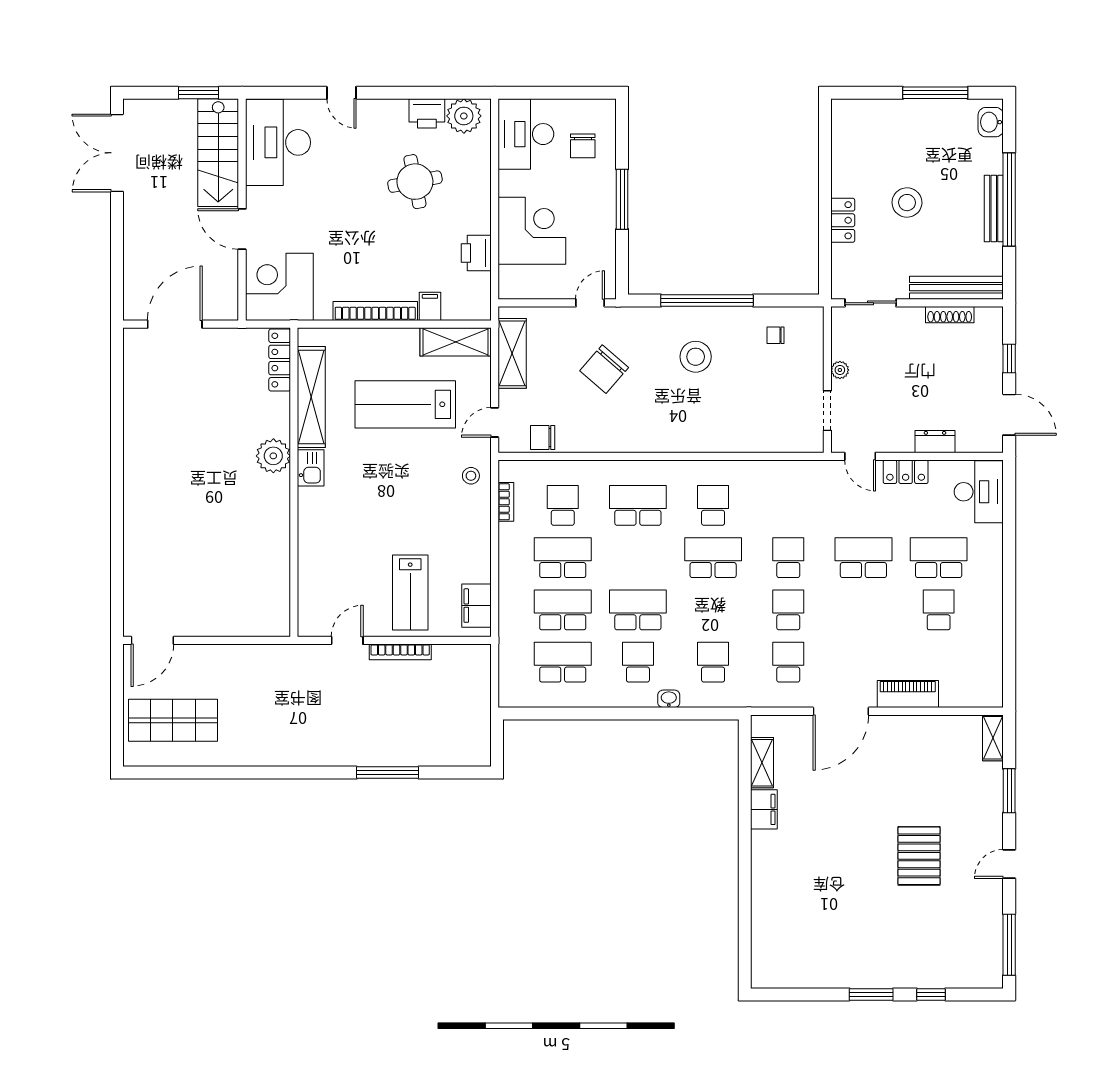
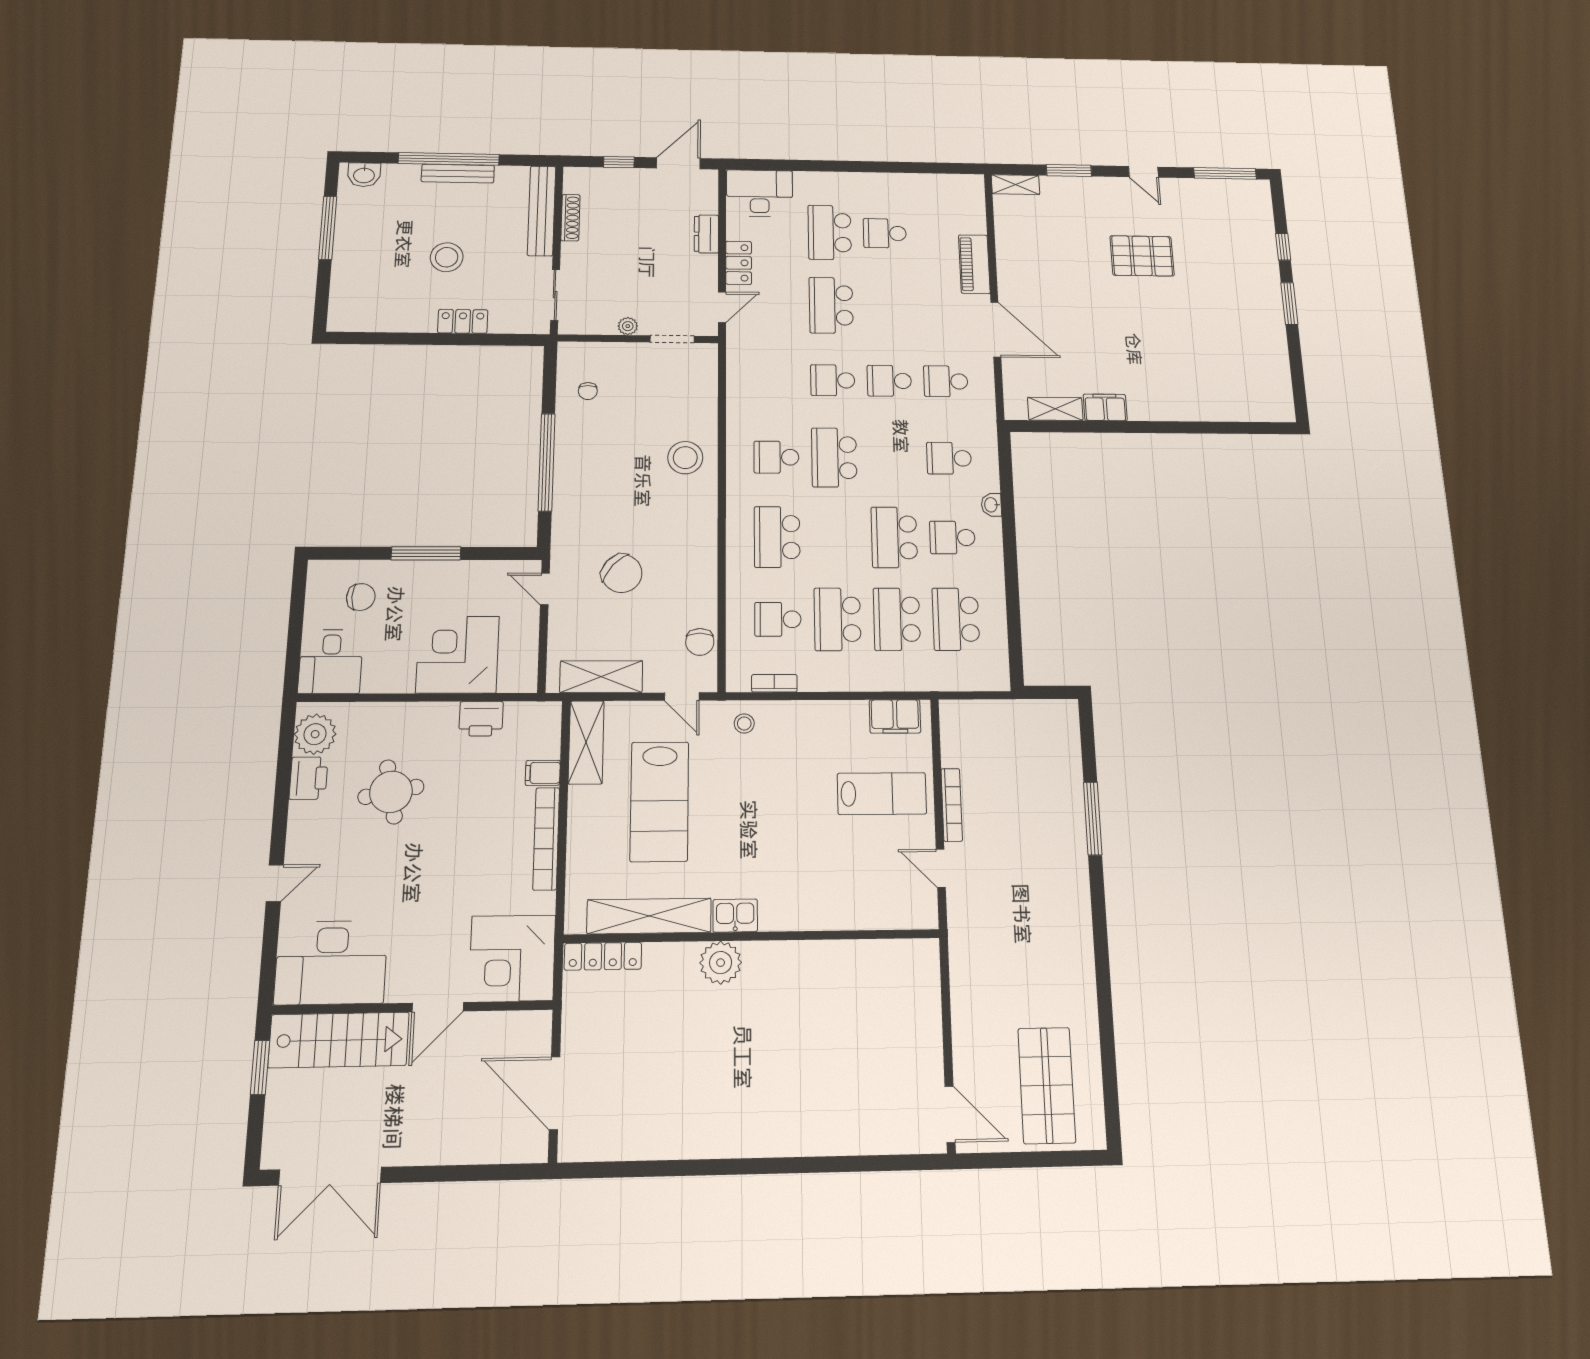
desk: (526, 134) -> (331, 662), width x0.73
stool: (696, 357) -> (685, 458), moved

